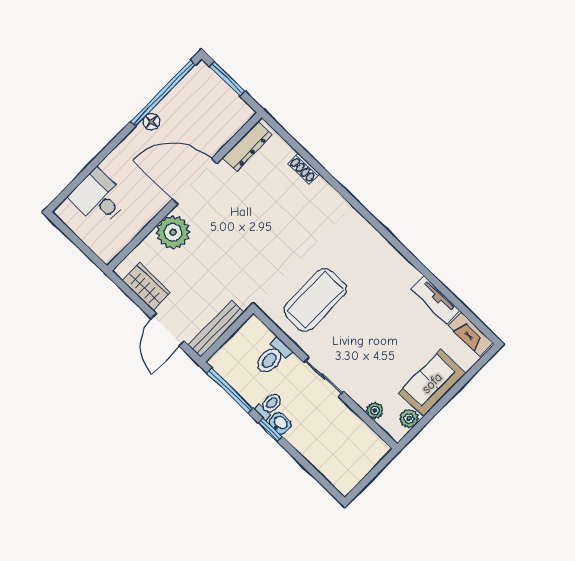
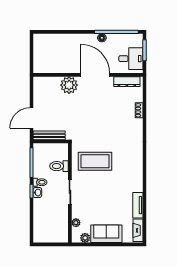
desk: (98, 198) -> (131, 59), moved, turned 90
wardrobe: (146, 287) -> (40, 95), removed

